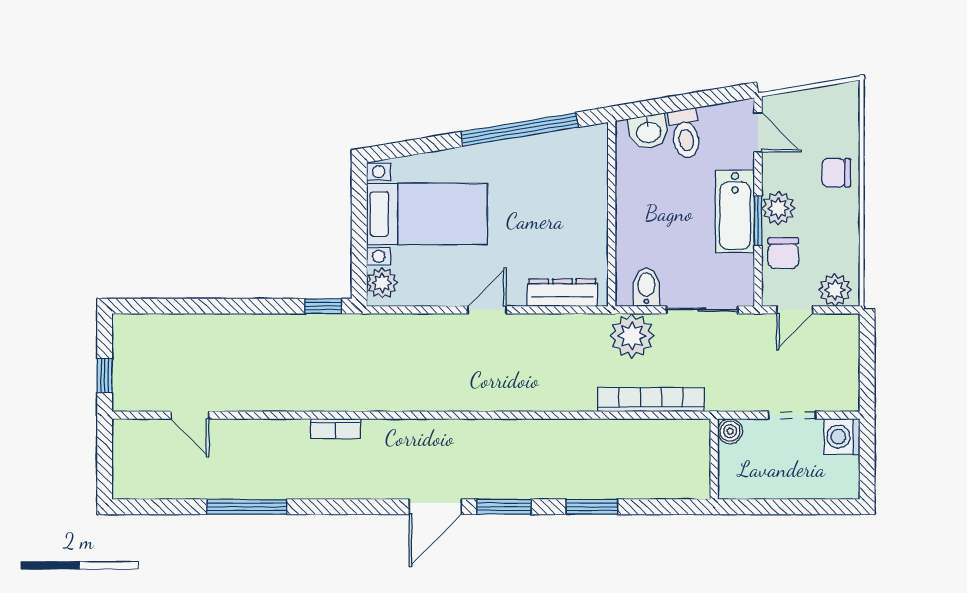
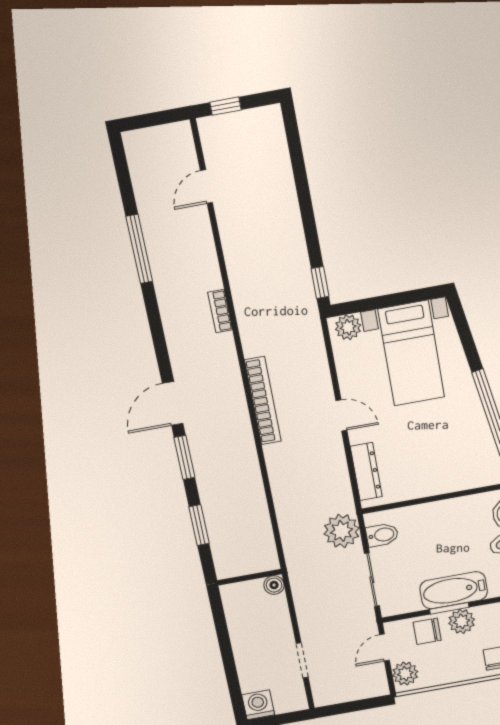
door: (795, 310) -> (384, 647), hinge flipped
bookcase: (651, 400) -> (263, 401), moved
boiler: (730, 431) -> (274, 585), moved
washing machine: (842, 437) -> (258, 705), moved
wall: (714, 459) -> (249, 577), moved
door: (435, 507) -> (173, 403), hinge flipped

